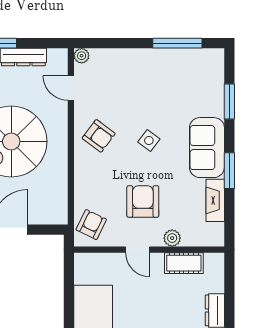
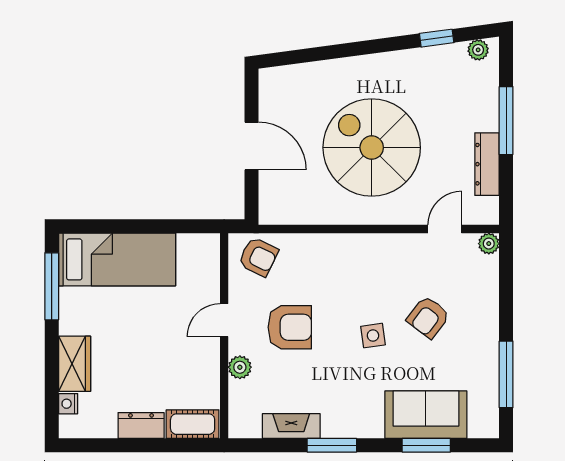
armchair: (99, 136) -> (428, 317), moved
side table: (149, 141) -> (373, 336), turned 45
sofa: (207, 148) -> (426, 415), moved
cot: (184, 263) -> (193, 424), moved, turned 90

